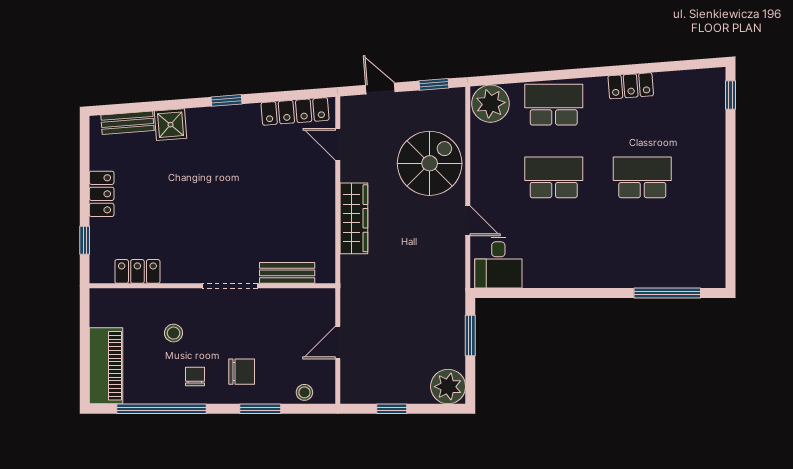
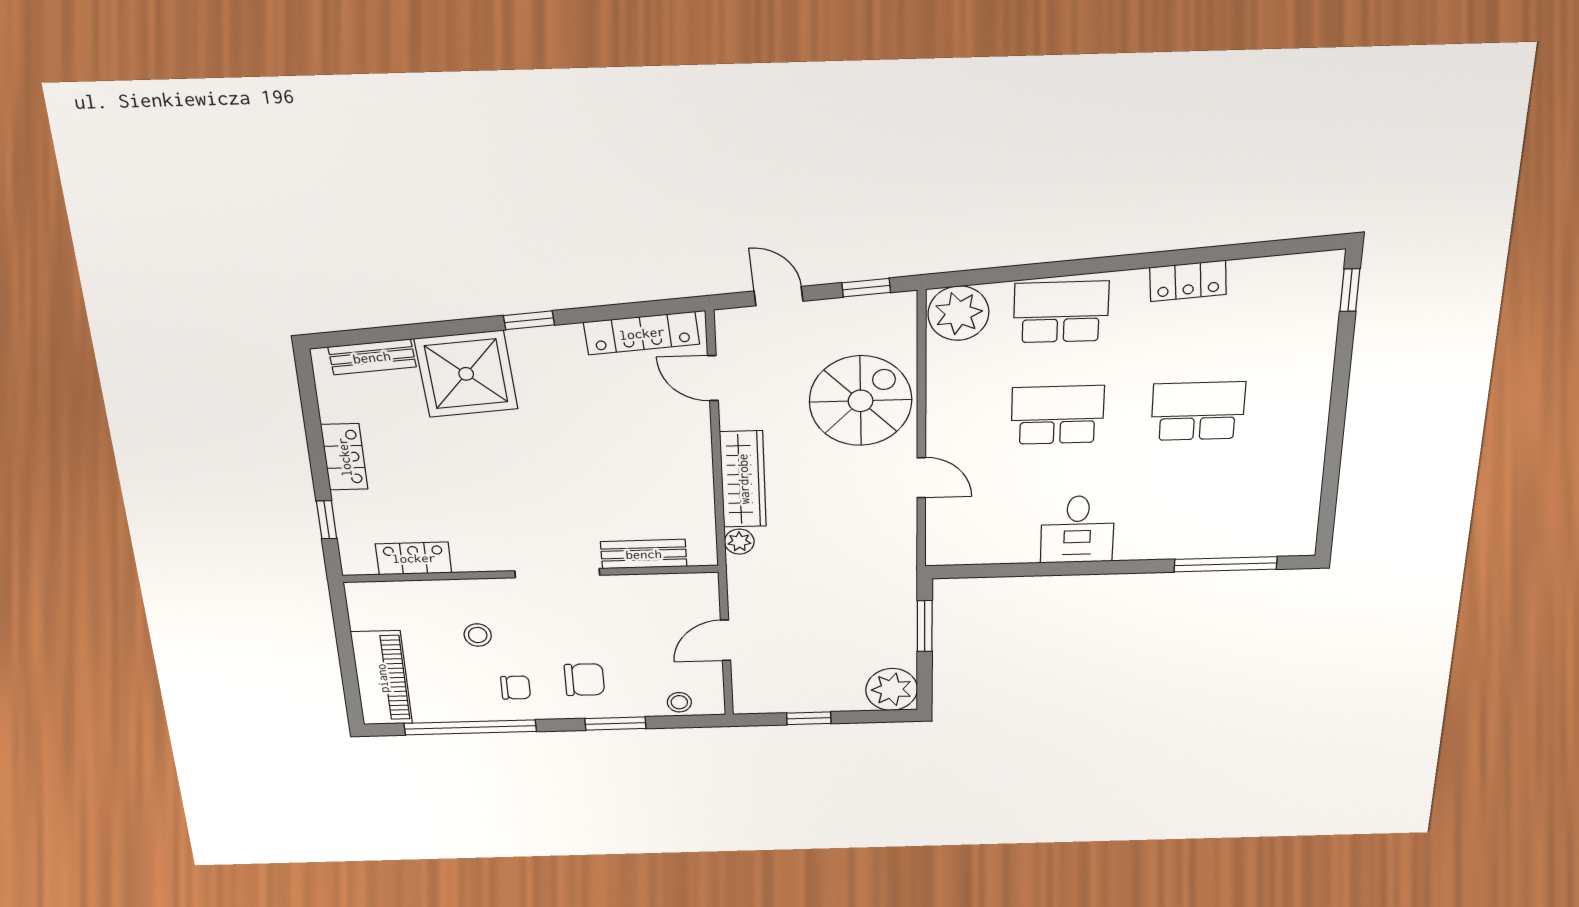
shower: (171, 125) -> (466, 374), width x1.86, depth x1.86
desk: (498, 263) -> (1077, 529), moved
plant: (350, 265) -> (739, 542), added
chair: (195, 377) -> (516, 688), turned 90

